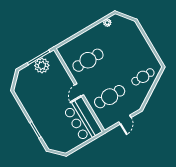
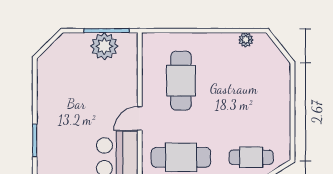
cafe table: (88, 60) -> (181, 81), turned 90

